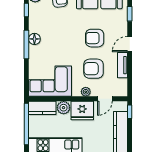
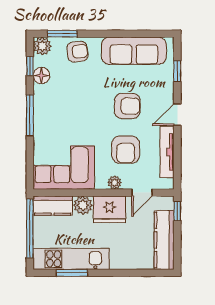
armchair: (95, 38) -> (127, 106), turned 180
floor lamp: (34, 39) -> (41, 75), moved
tv unit: (123, 65) -> (167, 152), width x1.41
armchair: (93, 69) -> (126, 150), turned -90

